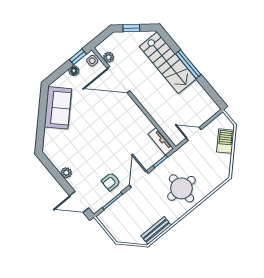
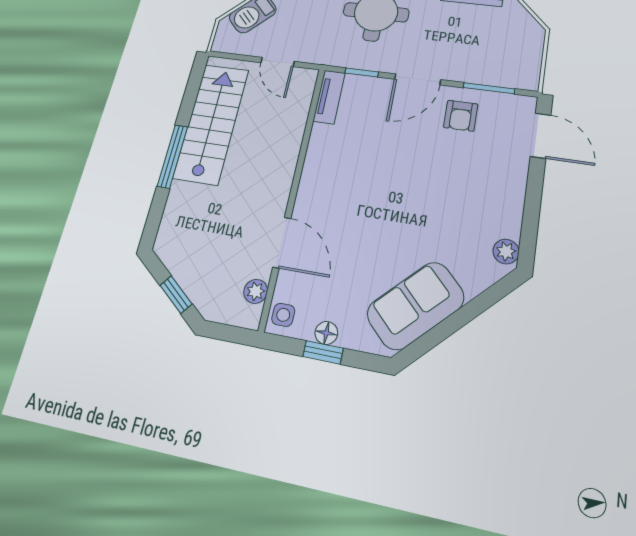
window: (78, 57) -> (323, 352), moved
stairs: (168, 63) -> (211, 123), moved
door: (118, 80) -> (282, 243), width x0.73
plant: (66, 173) -> (506, 252), moved
armchair: (111, 182) -> (461, 116), turned 90

